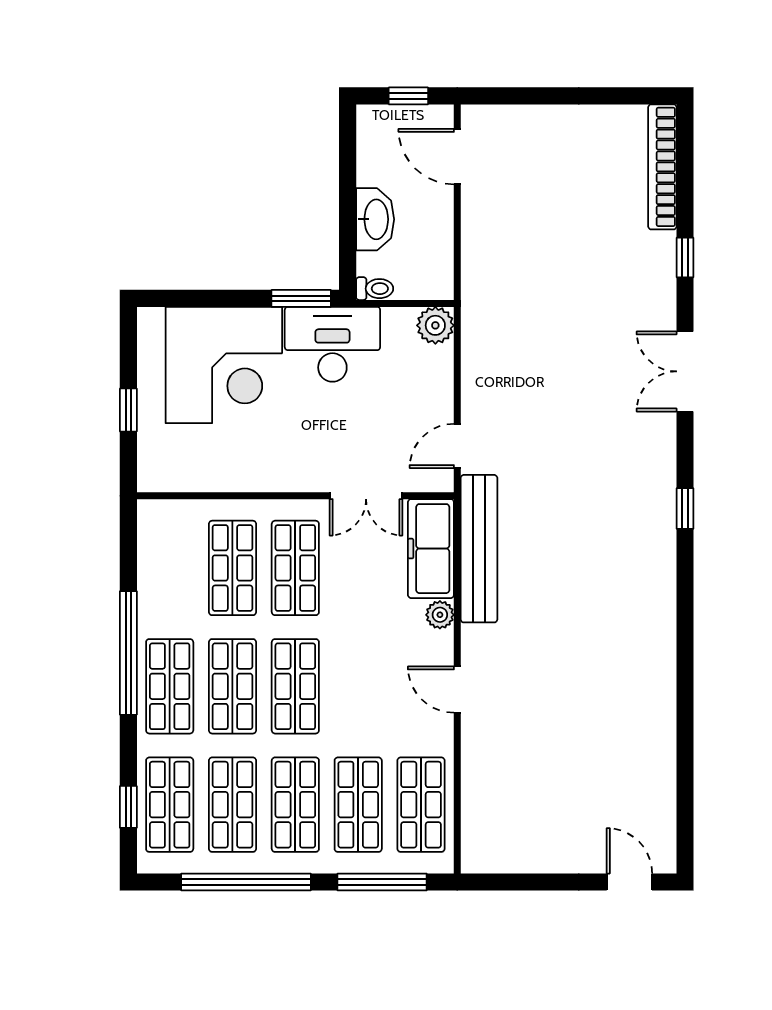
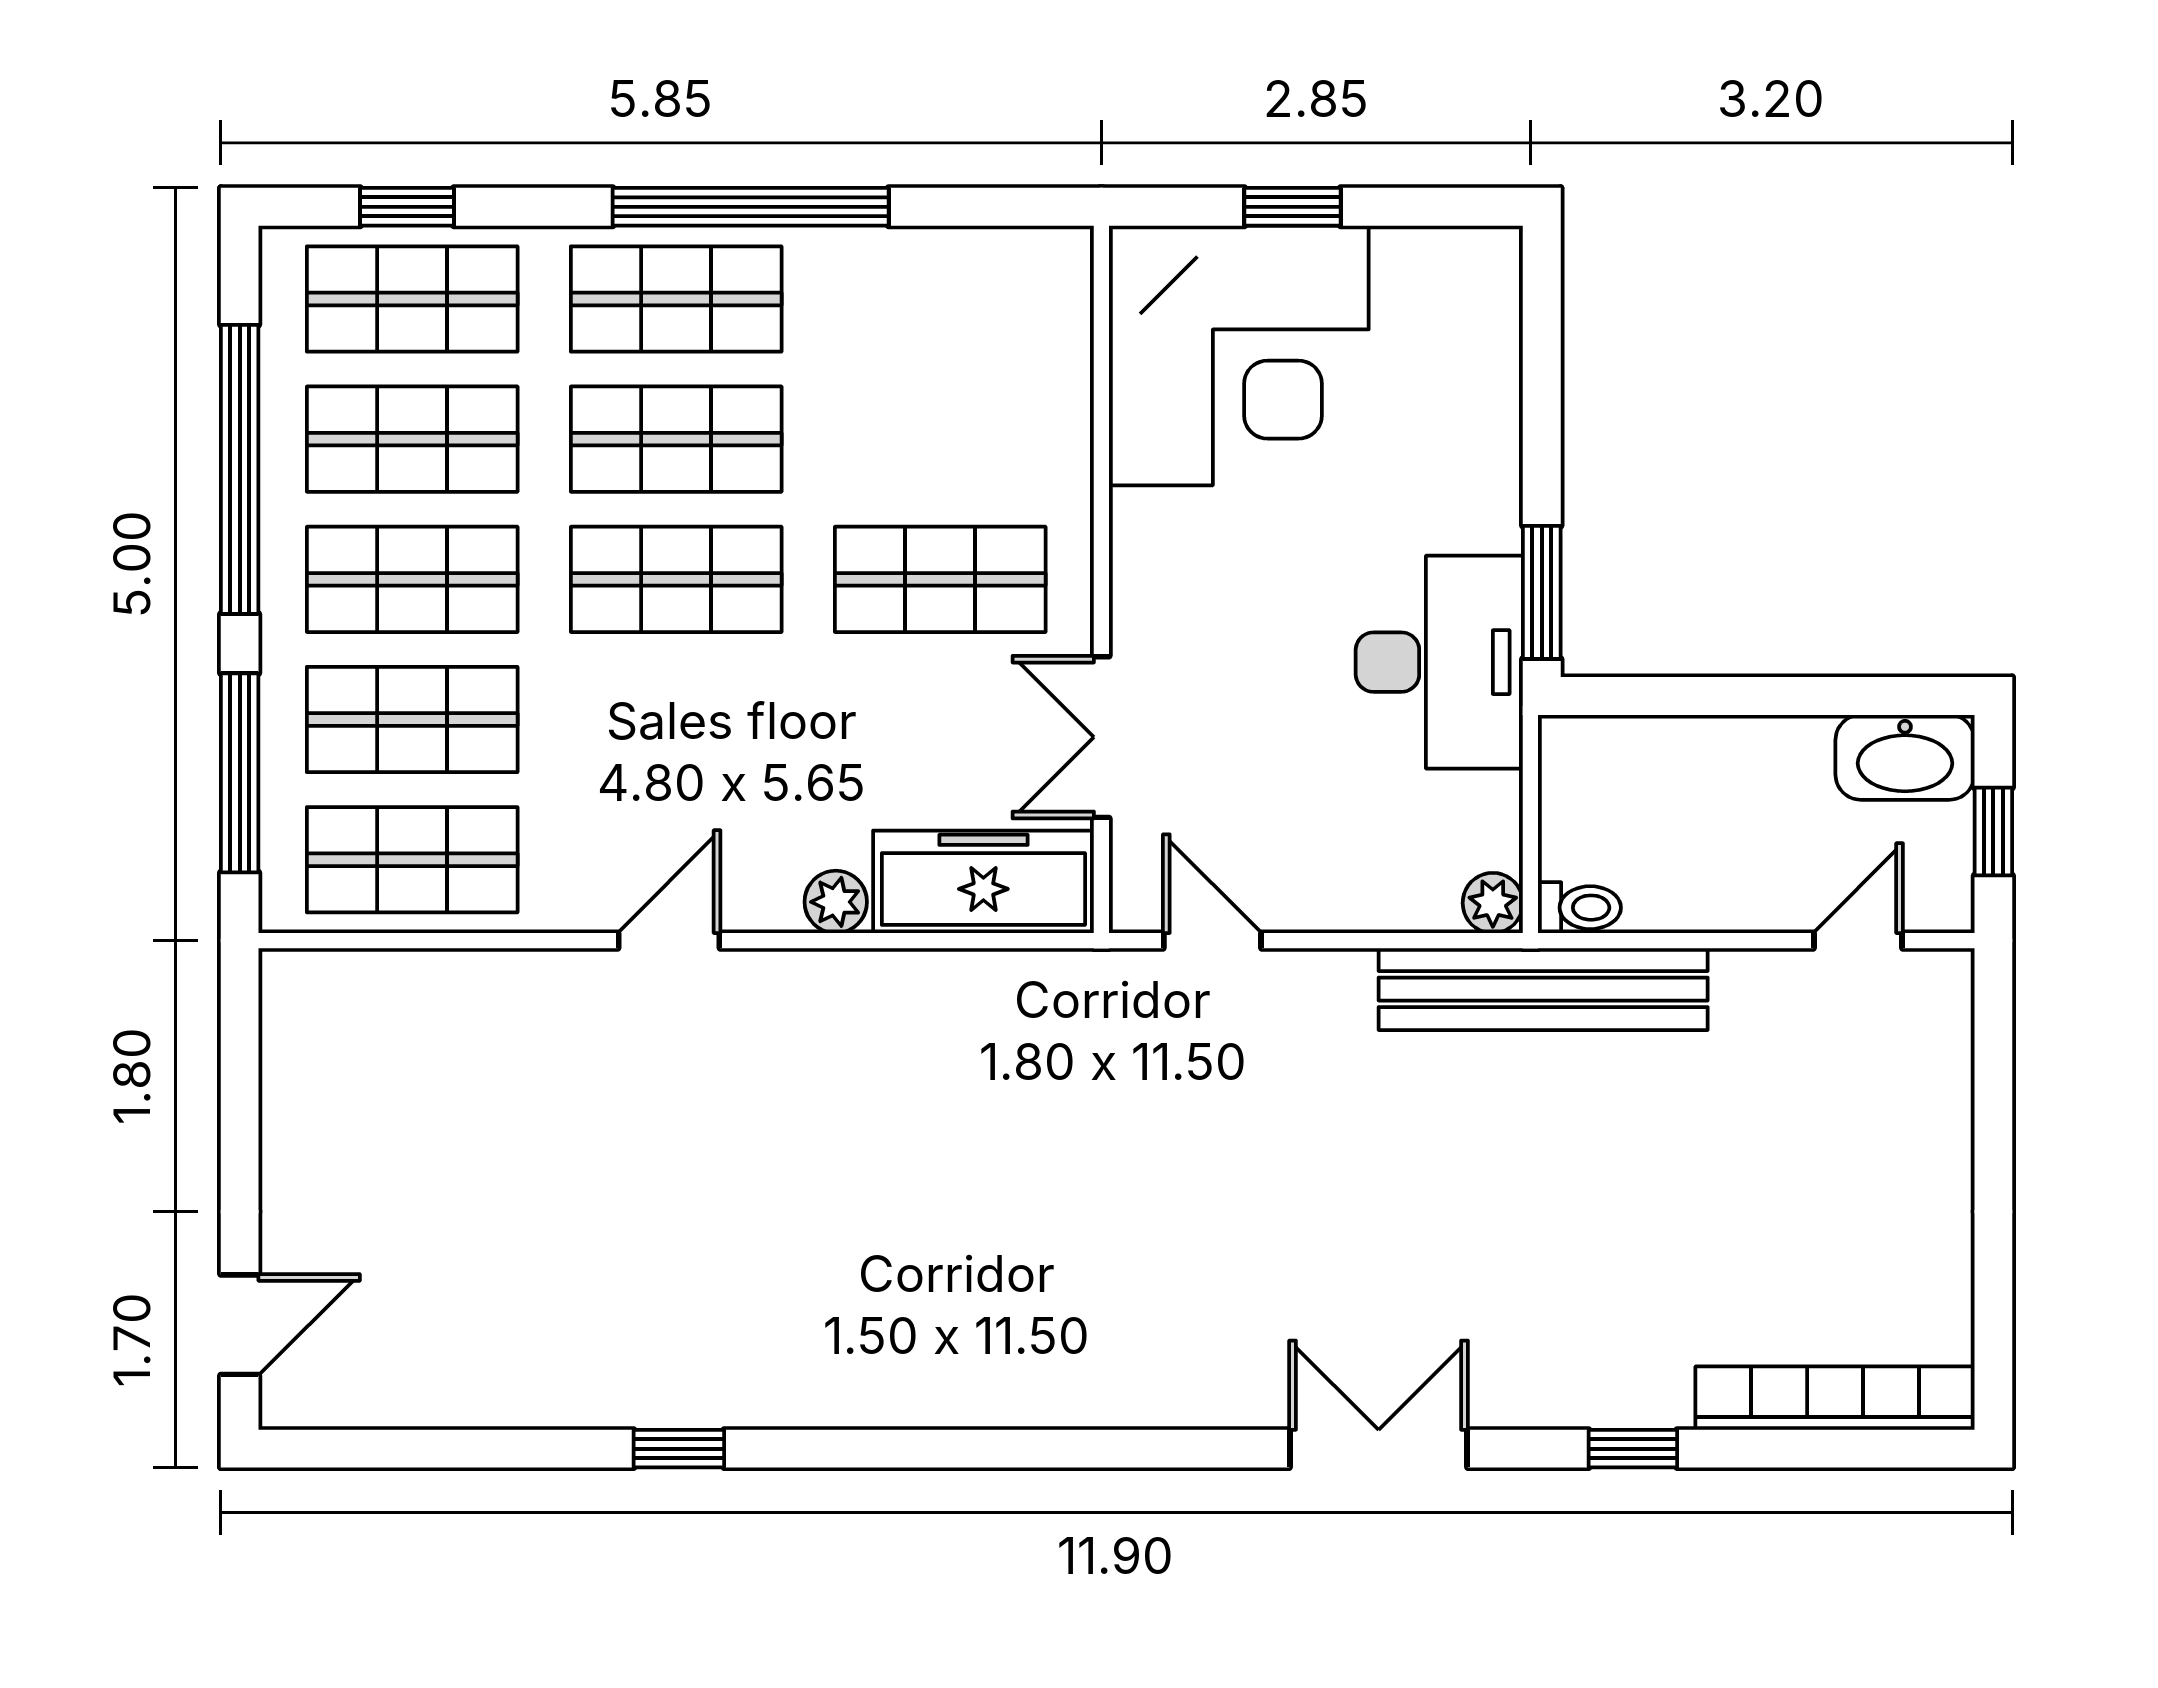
door: (457, 157) -> (1858, 941), width x0.73
washbasin: (375, 219) -> (1905, 757), moved
toilet: (375, 289) -> (1579, 908), moved, turned -90
plant: (435, 325) -> (1493, 903), width x0.73, depth x0.73
corner desk: (224, 365) -> (1239, 355), moved, turned -90
window: (685, 509) -> (679, 1449), moved
bench: (479, 549) -> (1543, 989), moved
shop shelf: (232, 568) -> (940, 439), removed

